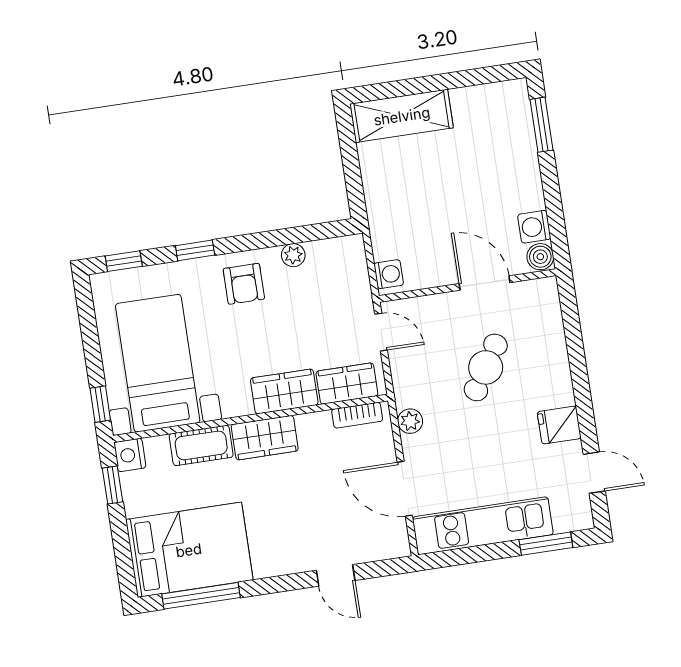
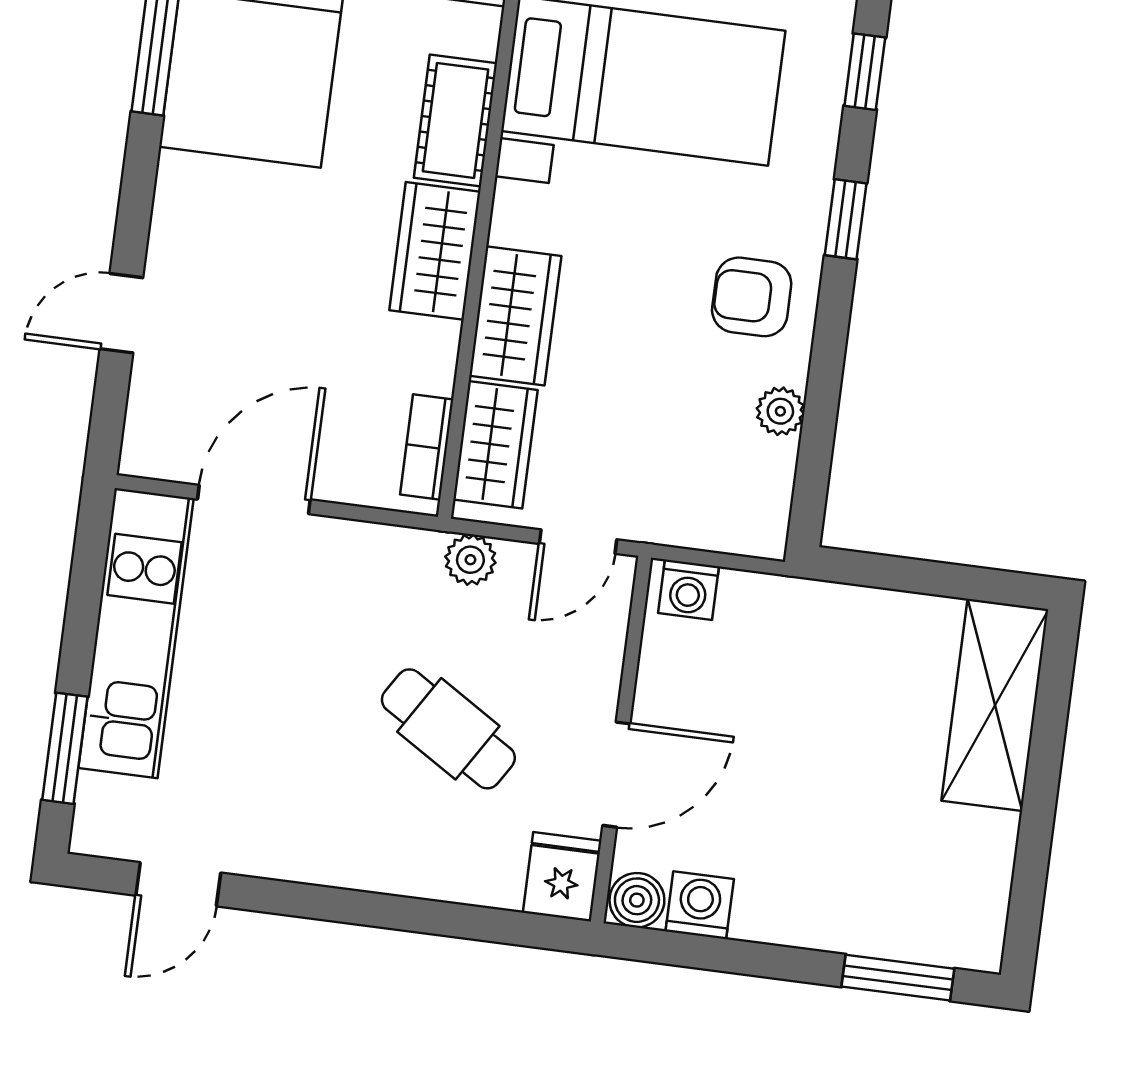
plant: (410, 421) -> (470, 560), moved
fridge: (559, 425) -> (562, 877), moved

